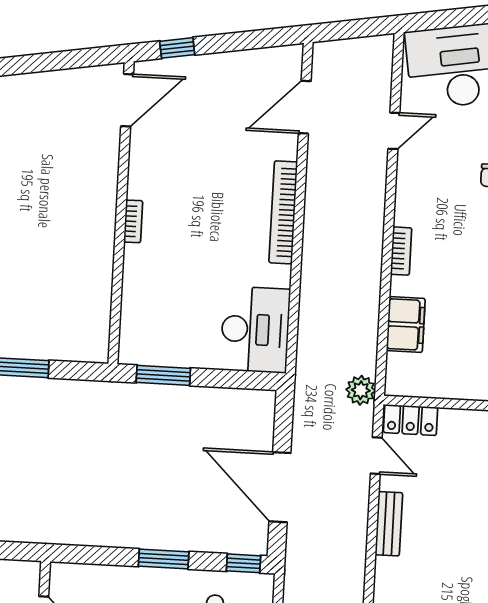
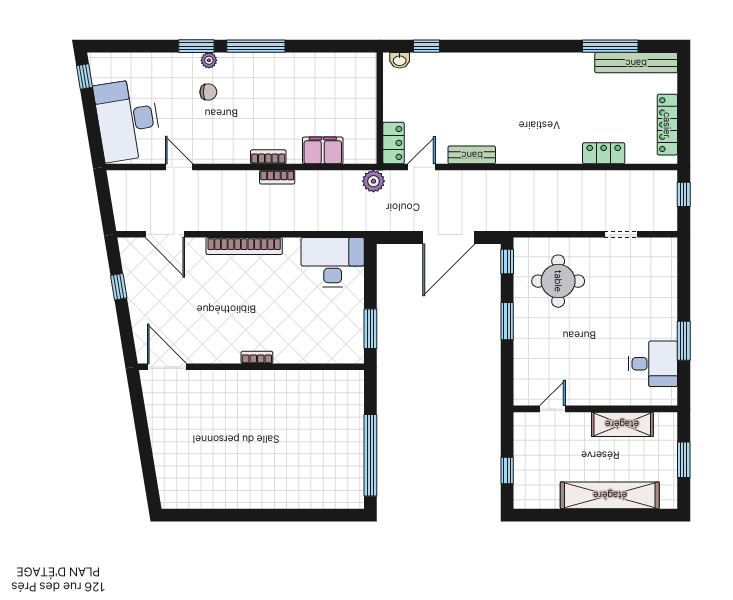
window: (177, 48) -> (119, 287), moved
bookcase: (373, 262) -> (277, 177), added

